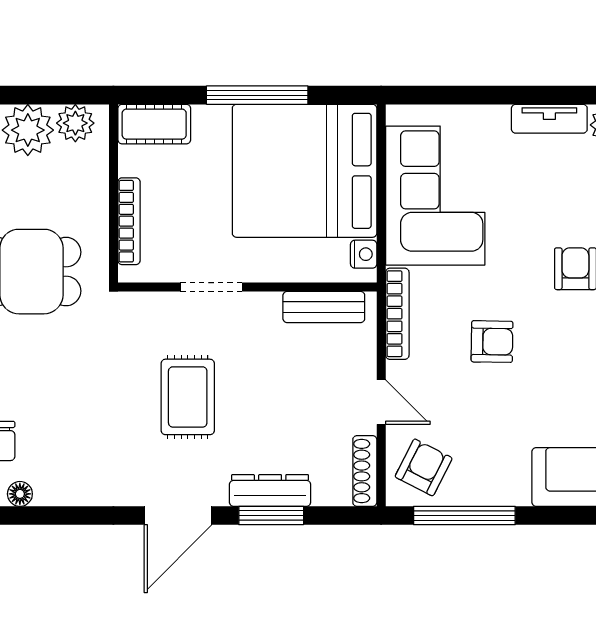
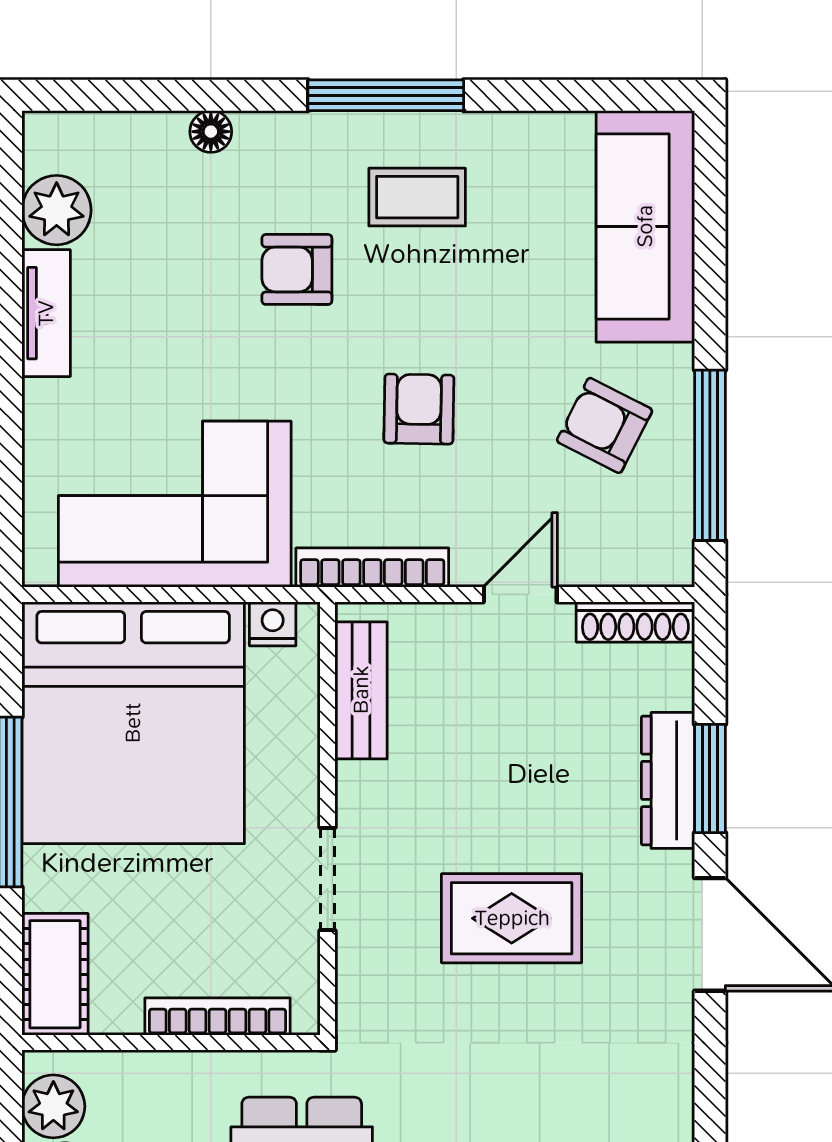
armchair: (424, 467) -> (605, 425), moved

